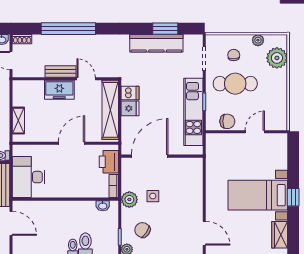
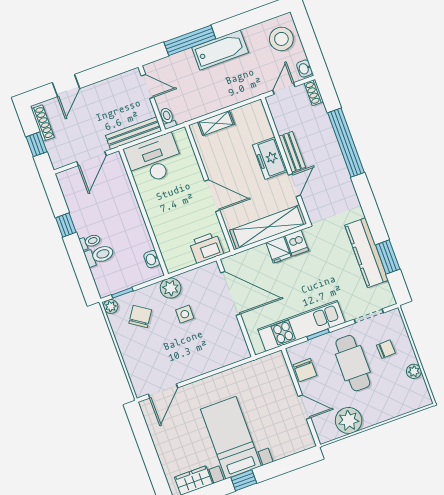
plant: (277, 58) -> (349, 420), moved
bookcase: (114, 186) -> (180, 264), removed

